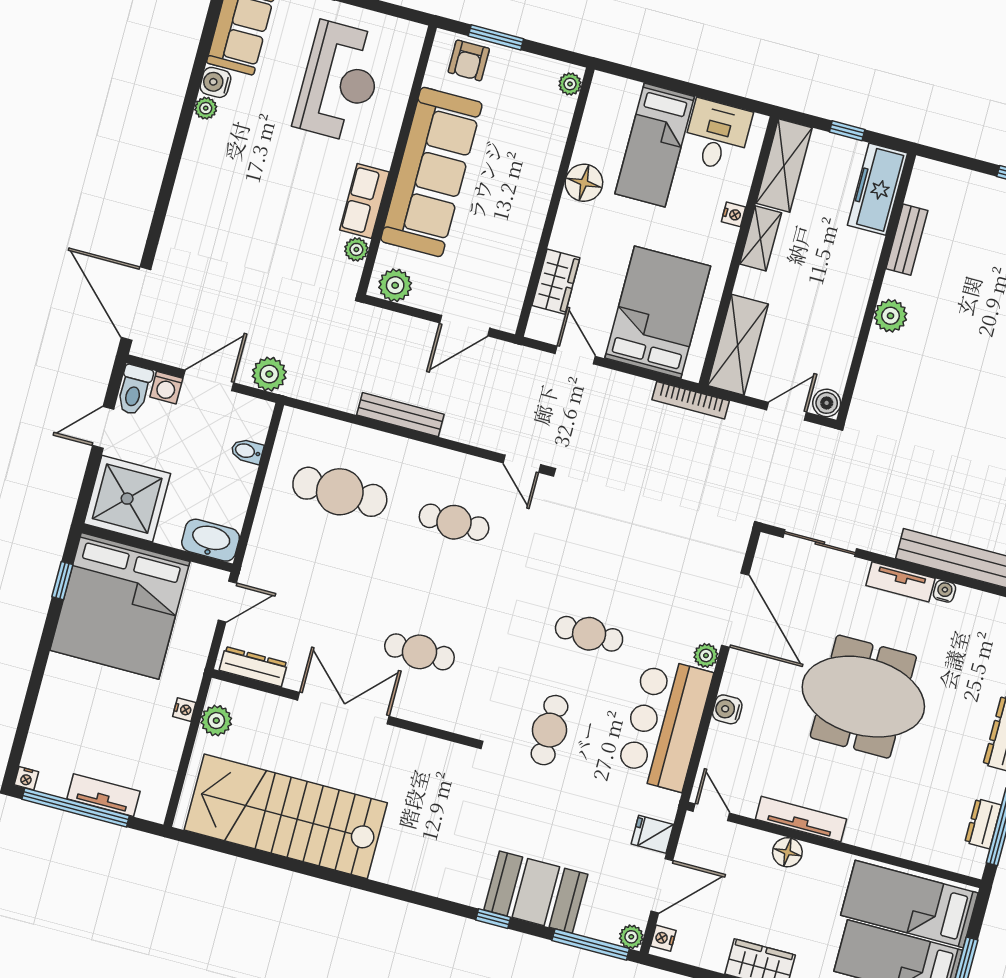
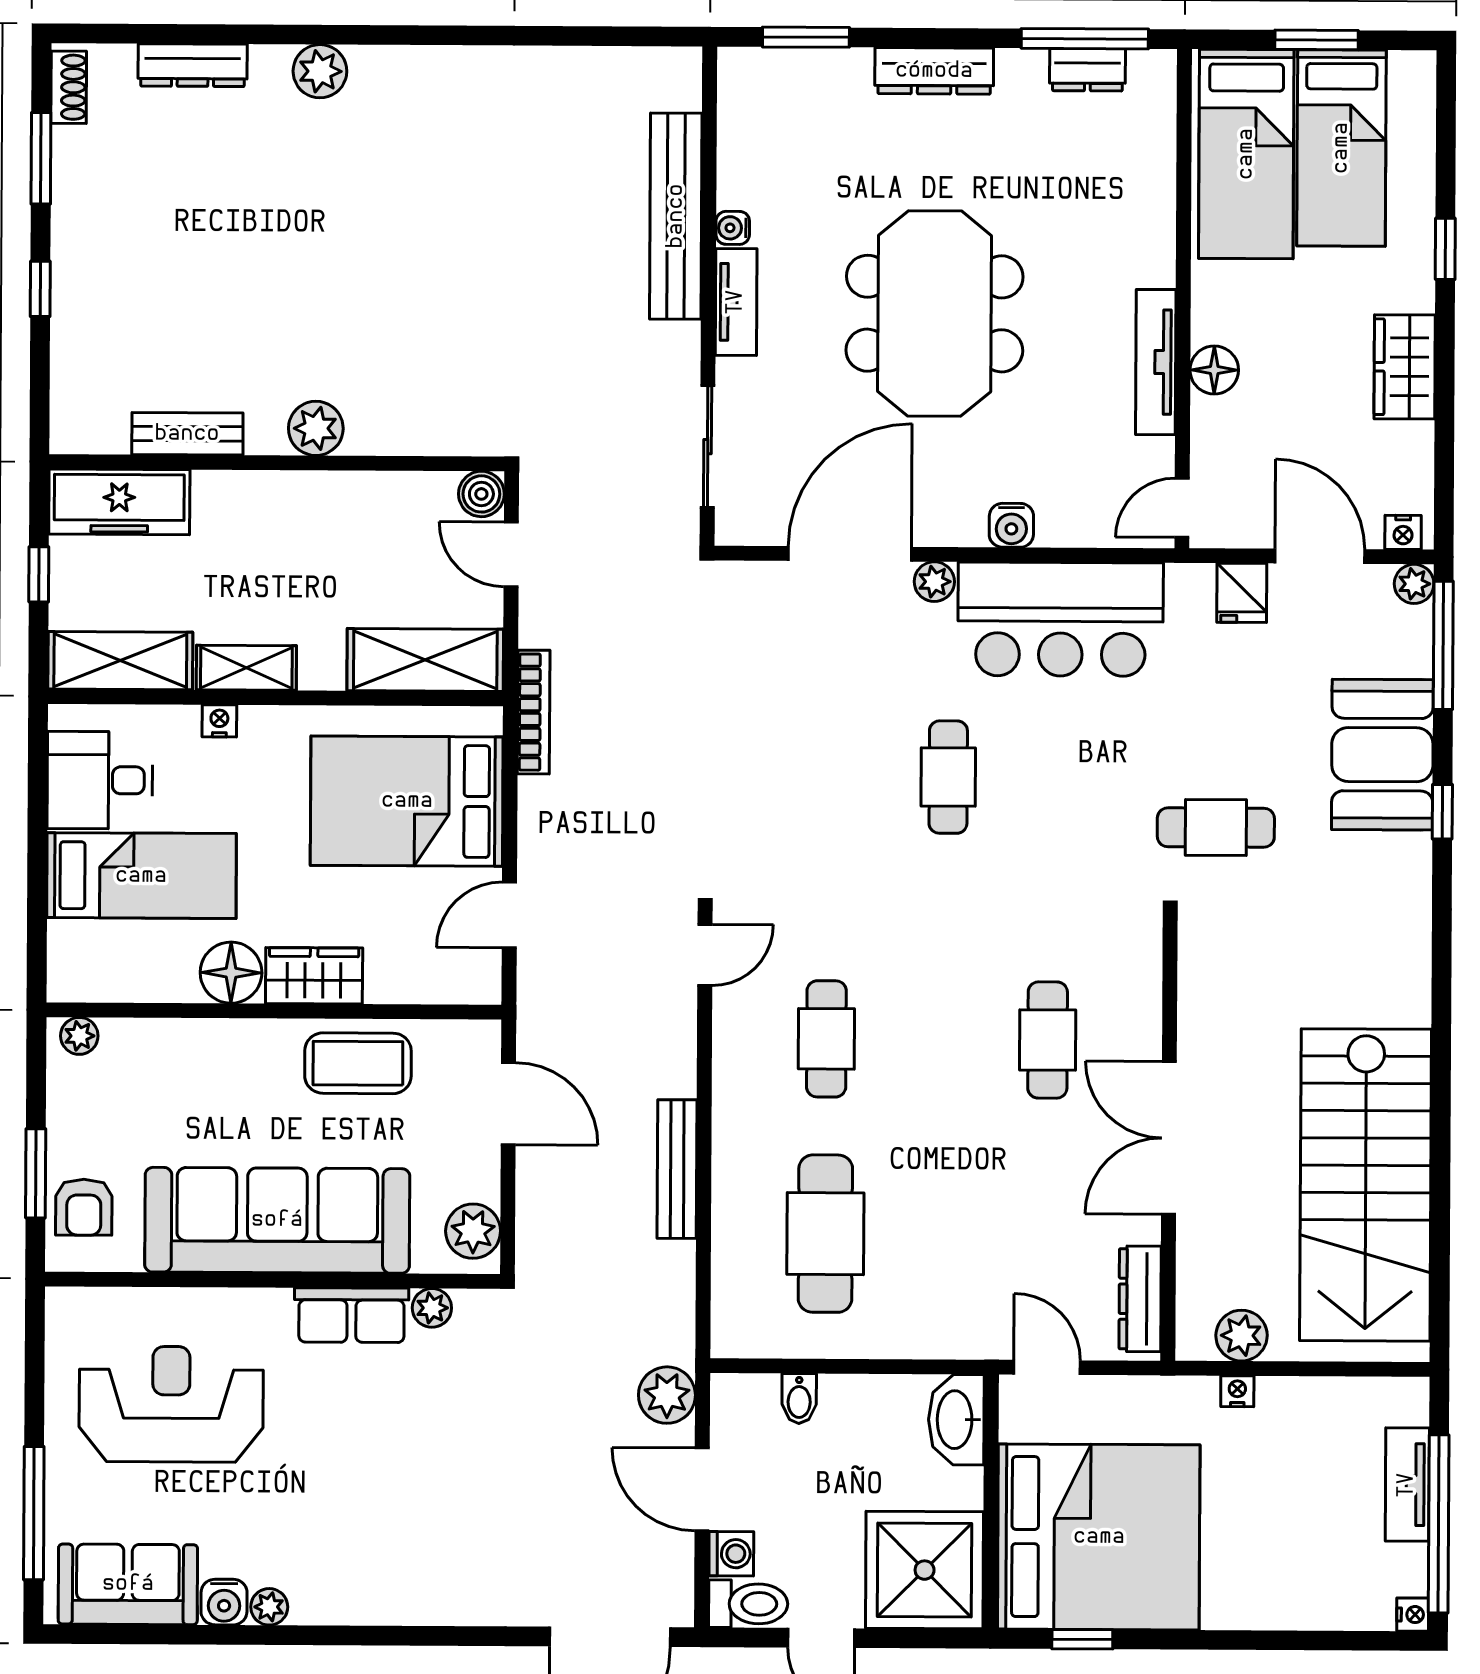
armchair: (469, 60) -> (84, 1207), turned 90
coffee table: (511, 243) -> (358, 1063), added
wardrobe: (556, 282) -> (314, 976), moved
cafe table: (549, 730) -> (1216, 828), moved

